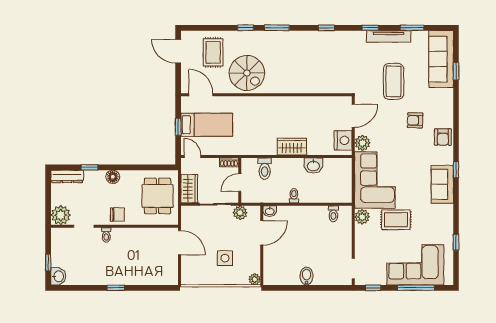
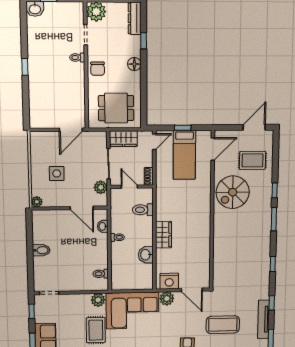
washbasin: (270, 211) -> (103, 226), moved

